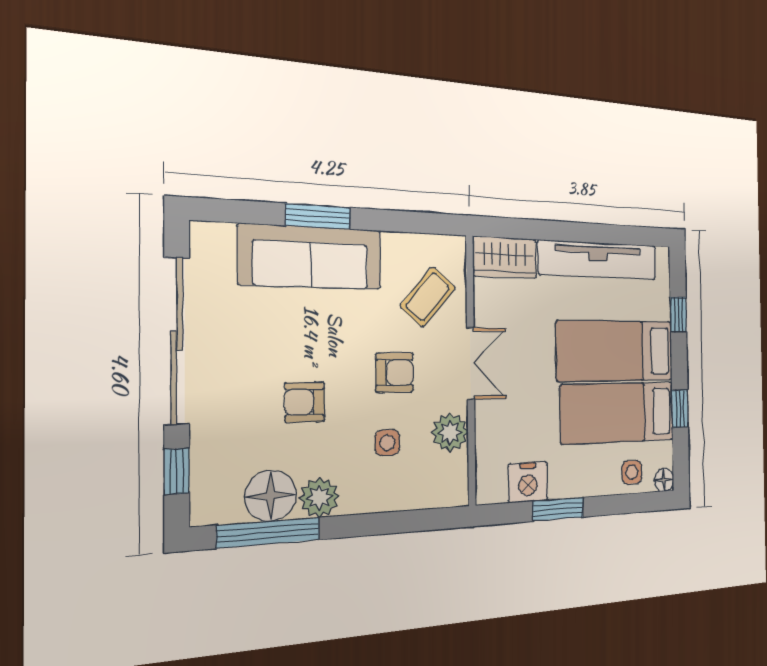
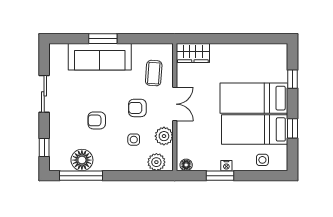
tv unit: (598, 260) -> (245, 52), removed
coffee table: (428, 297) -> (154, 73), turned -37
sliding door: (177, 341) -> (44, 94), width x0.54
armchair: (395, 373) -> (137, 108), turned 180
floor lamp: (664, 480) -> (186, 165), moved
nightstand: (528, 482) -> (226, 166), moved, width x0.53, depth x0.56
plant: (319, 497) -> (156, 162), moved

